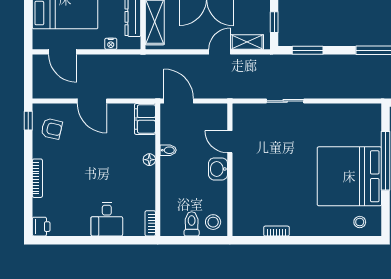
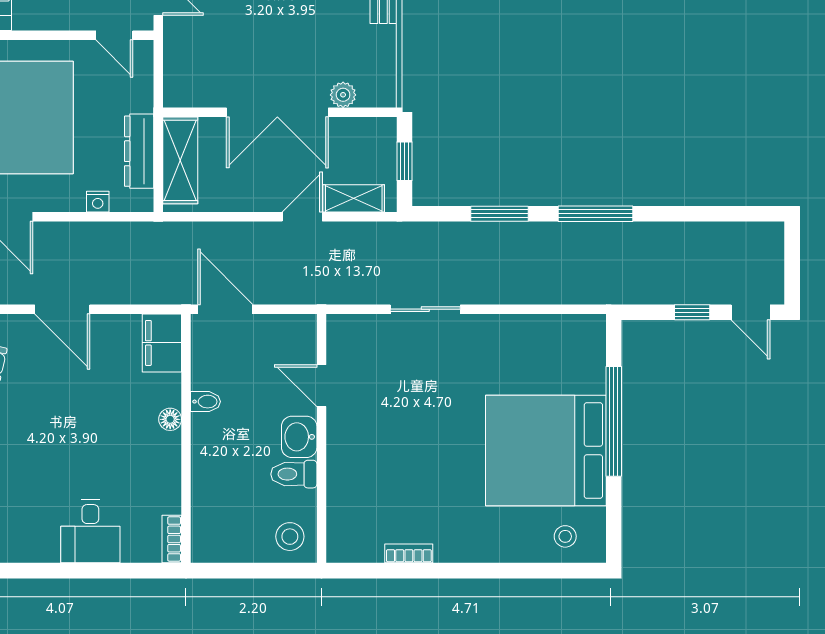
window: (308, 50) -> (499, 214), moved
toilet: (192, 224) -> (294, 474), moved, turned -90

